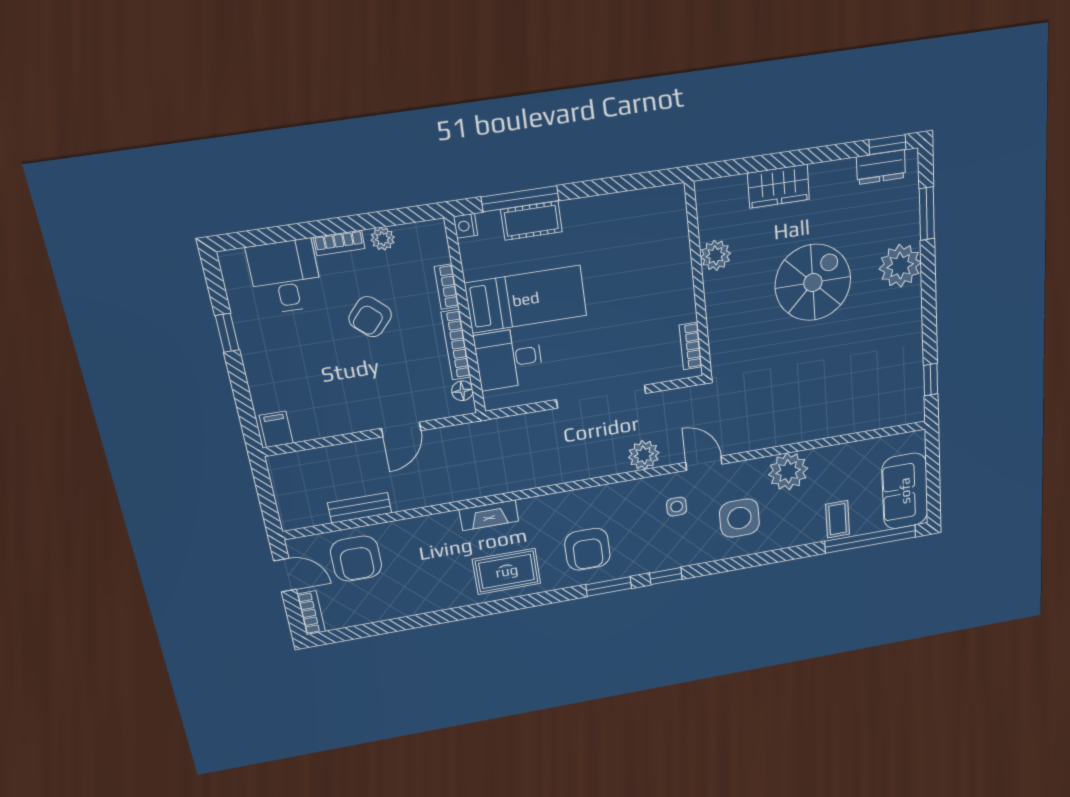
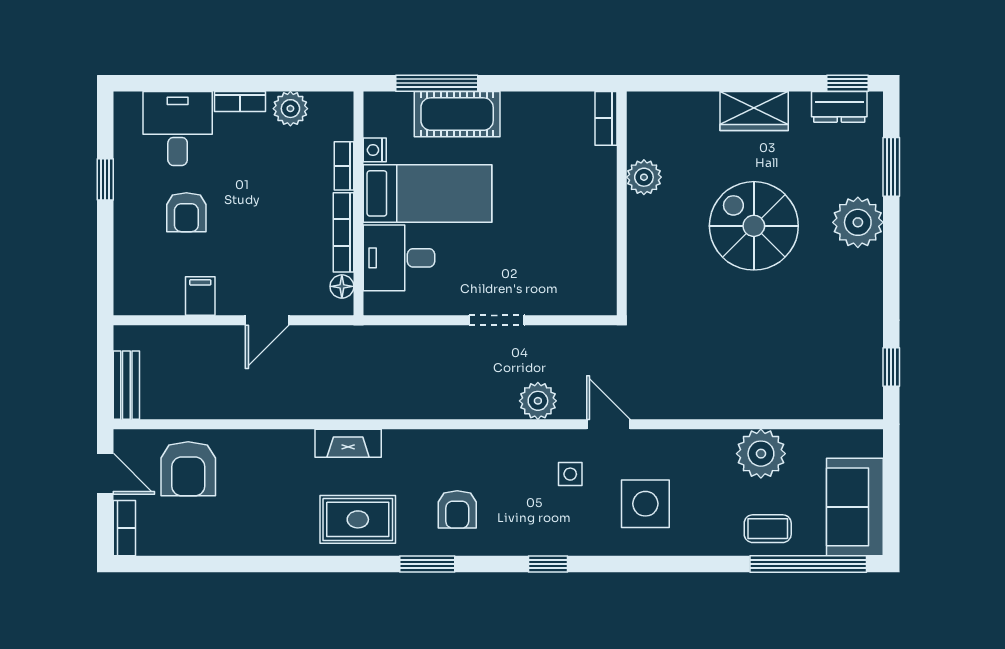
wardrobe: (779, 186) -> (754, 111), moved
cot: (531, 221) -> (457, 114), width x1.37, depth x1.34
nightstand: (466, 226) -> (375, 150), moved
plant: (383, 239) -> (290, 109), width x1.38, depth x1.38
spiral stairs: (813, 283) -> (754, 226), turned -90
armchair: (370, 317) -> (186, 212), moved, turned -42
bookcase: (691, 346) -> (606, 118), moved
doorway: (601, 397) -> (497, 320), width x0.53
filing cabinet: (276, 429) -> (200, 296), moved
plant: (788, 471) -> (761, 454), moved
bench: (360, 508) -> (126, 385), moved, turned 90
coffee table: (838, 519) -> (768, 529), turned 90
armchair: (587, 549) -> (457, 509), width x0.72, depth x0.72
window: (609, 586) -> (427, 564), moved

